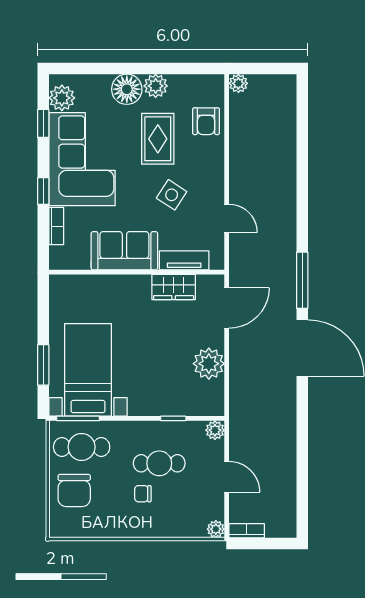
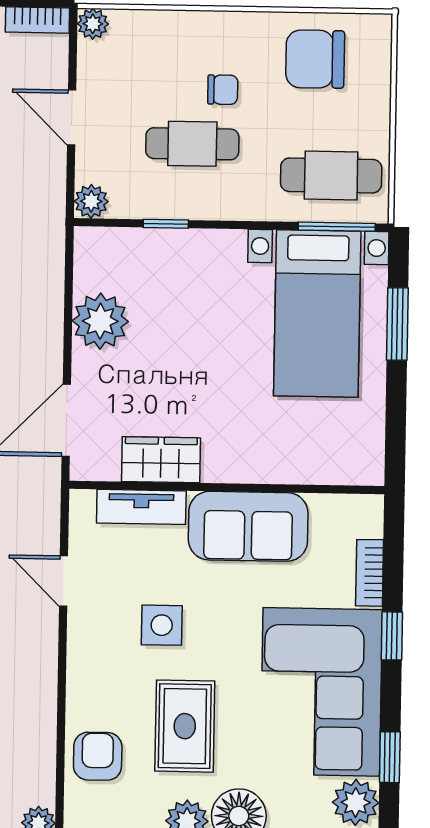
side table: (172, 195) -> (162, 625), turned -33
chair: (74, 490) -> (315, 59), moved, turned -90

